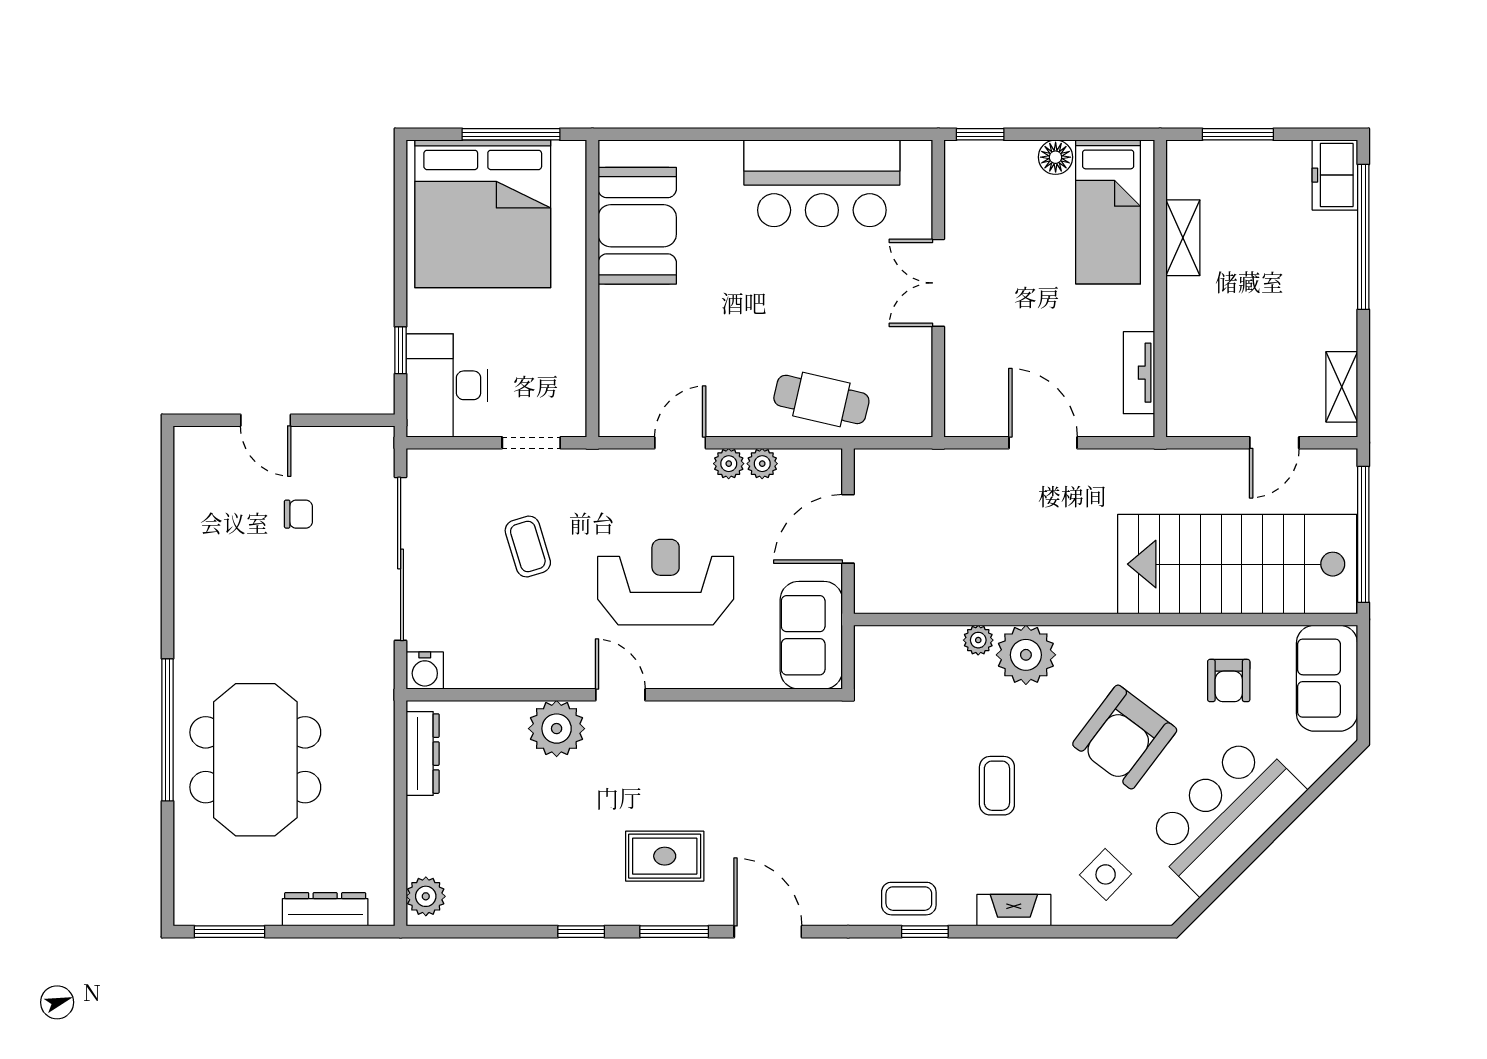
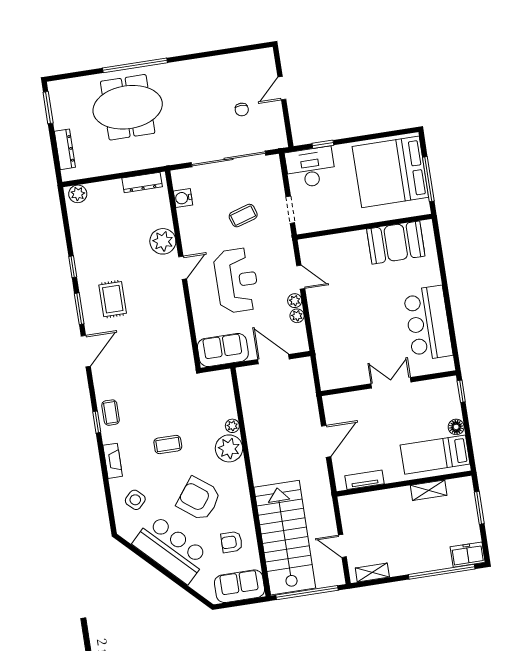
cafe table: (821, 399) -> (330, 338), removed
water cooler: (425, 670) -> (183, 198), moved

